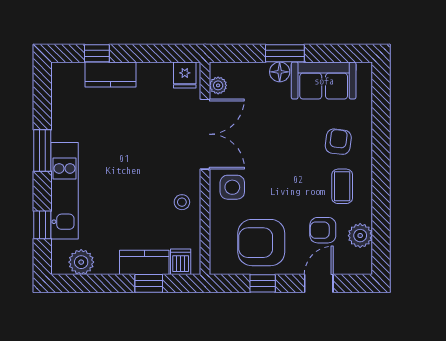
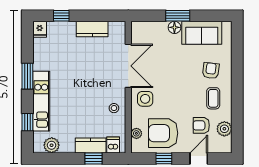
kitchen counter: (111, 75) -> (92, 29), moved
fridge: (185, 75) -> (40, 29), moved
plant: (218, 85) -> (136, 133), moved

